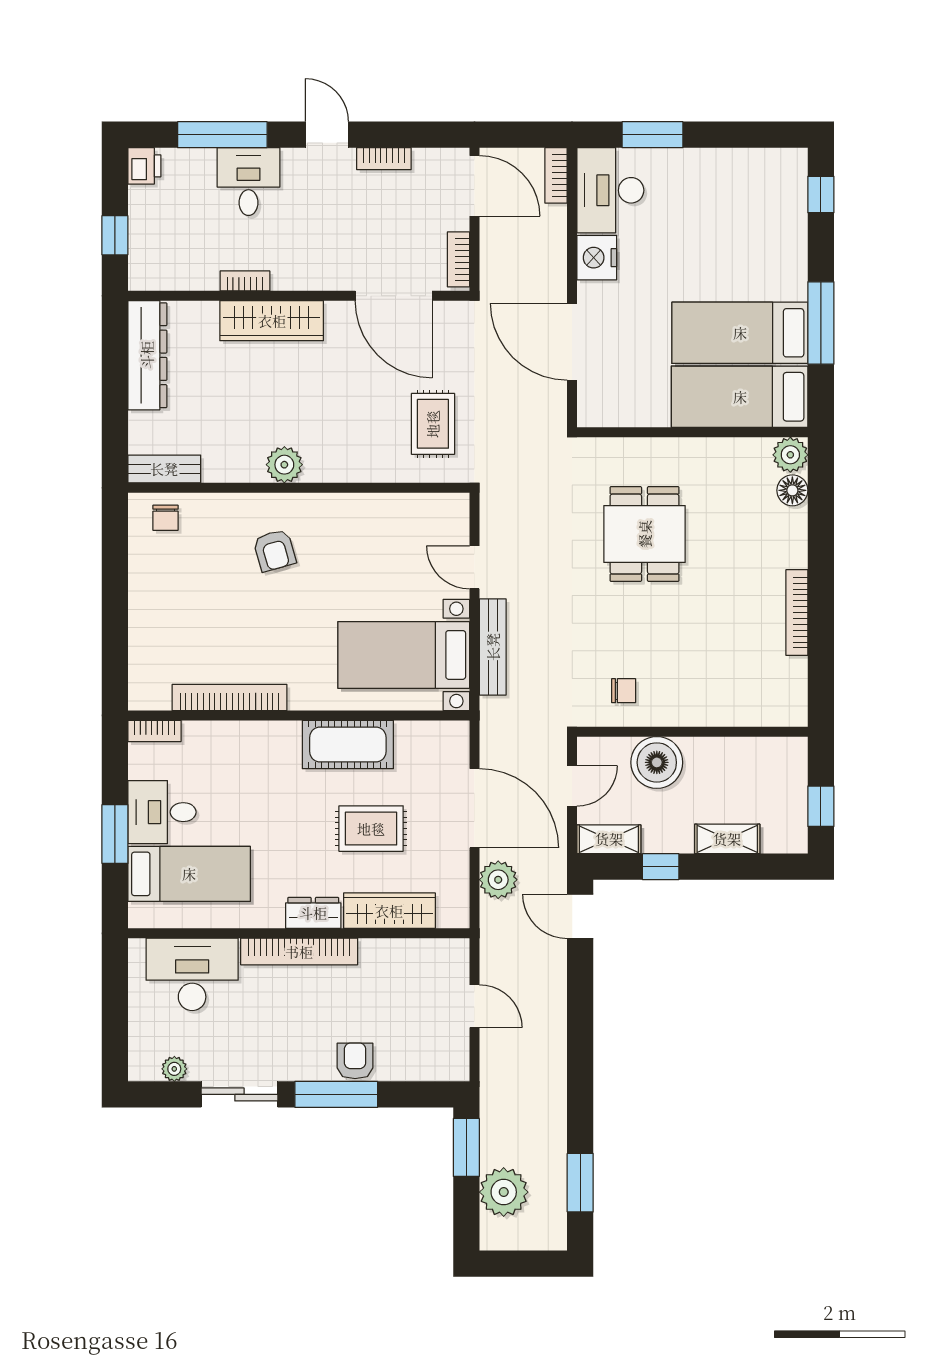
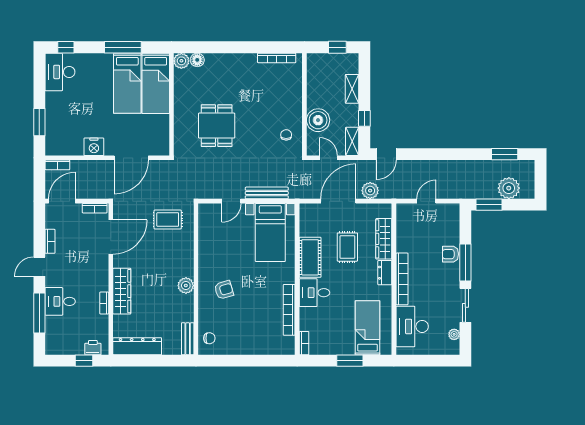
printer: (144, 166) -> (93, 348), moved
desk: (610, 190) -> (60, 72), moved, turned 90
dining table: (645, 534) -> (217, 126), turned 90
bookcase: (797, 613) -> (277, 58), moved
desk: (162, 812) -> (314, 293), moved, turned 90

